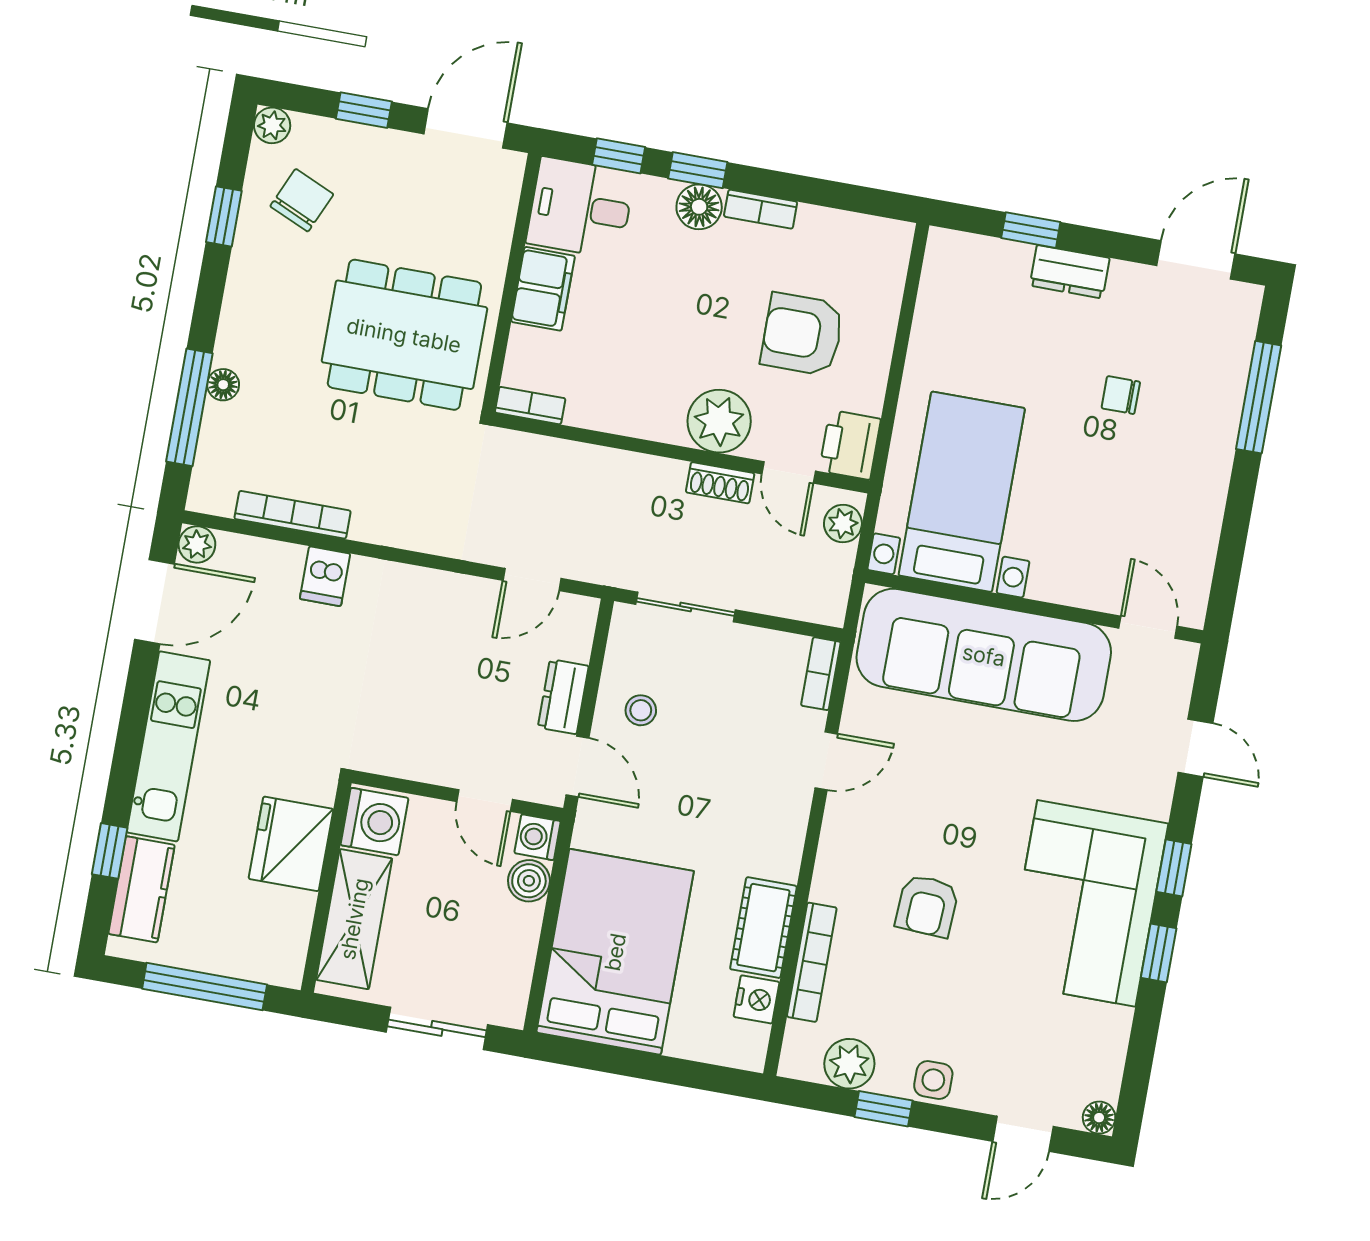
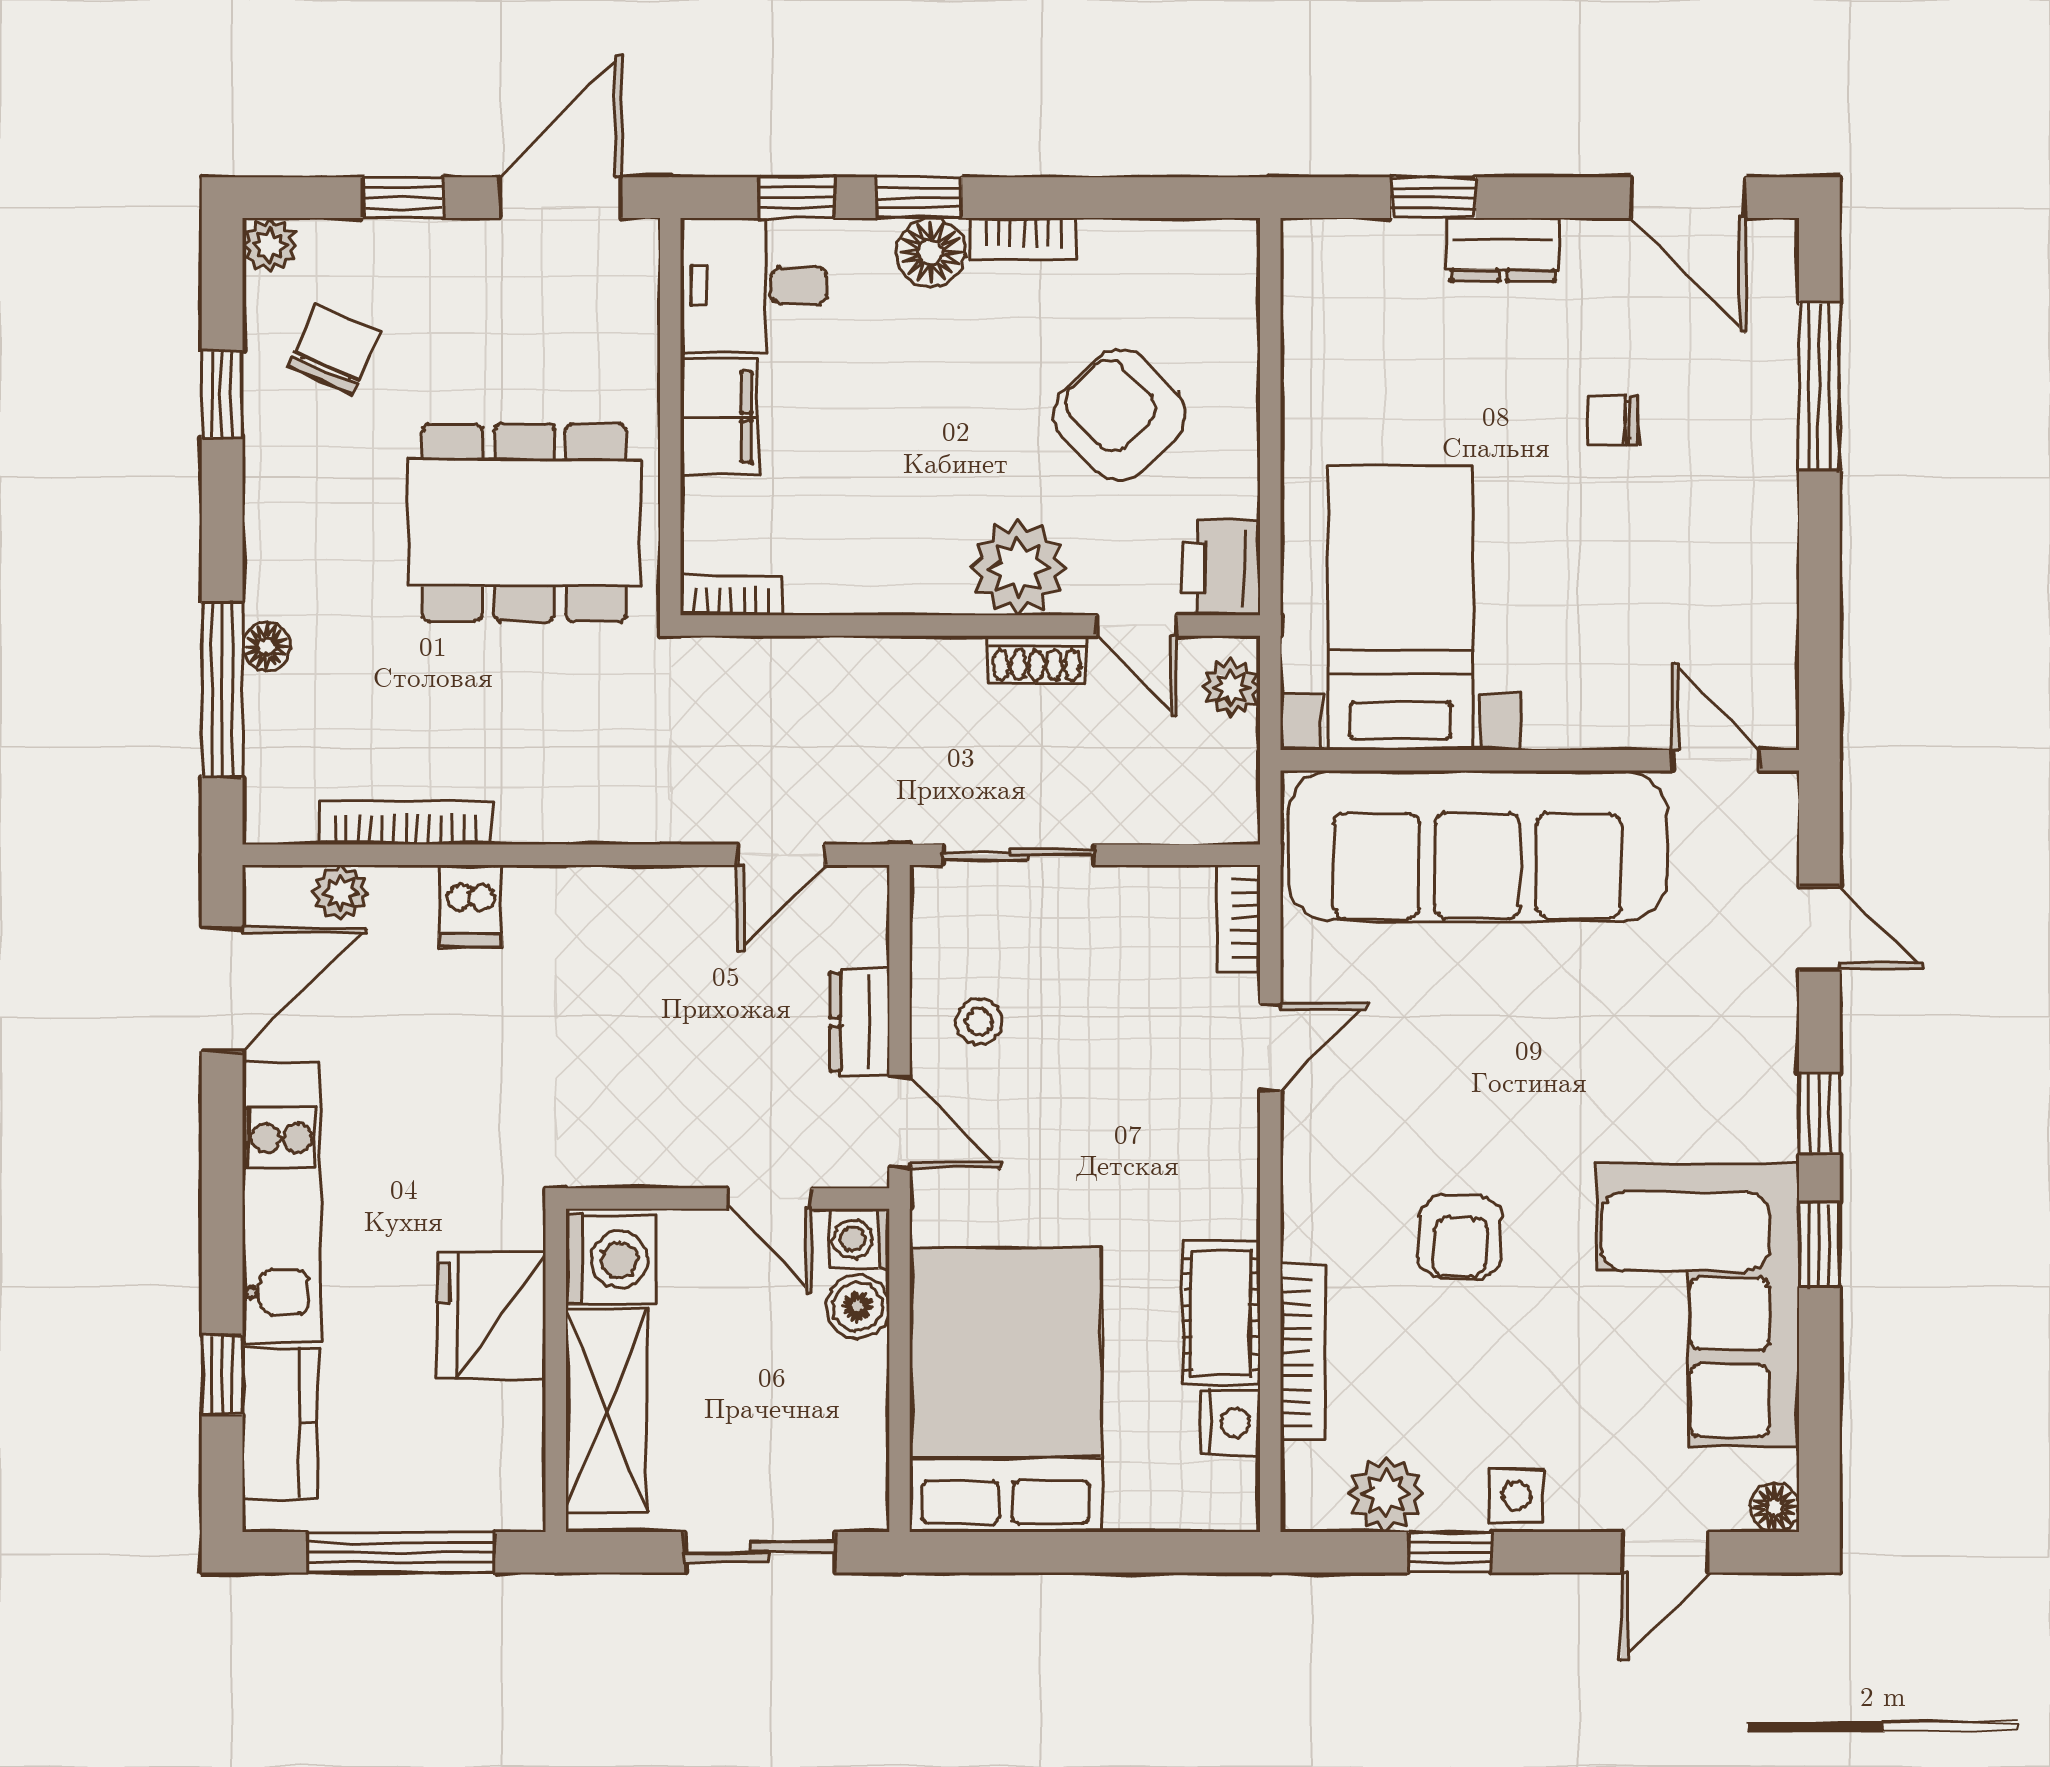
door: (1196, 260) -> (1689, 198), swing flipped
armchair: (802, 334) -> (1120, 415), turned 46
plant: (197, 544) -> (341, 893), moved
corner sofa: (1086, 903) -> (1698, 1305), moved

